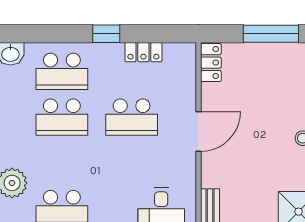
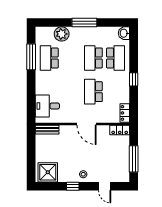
locker: (143, 52) -> (125, 113), moved
school desk: (62, 71) -> (115, 58), turned 180

